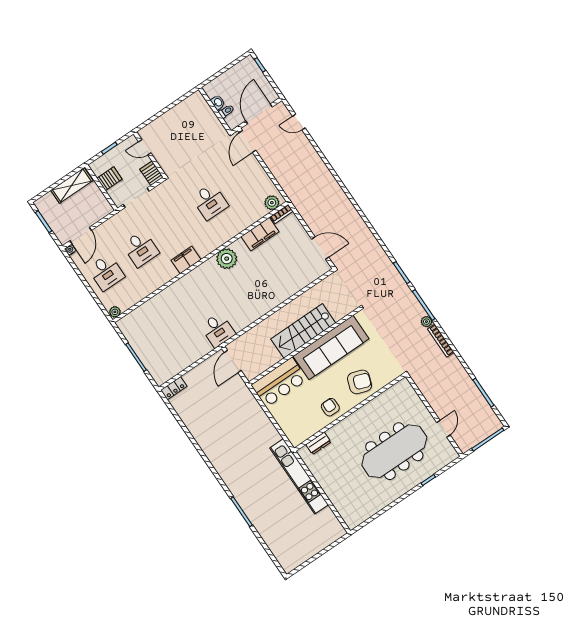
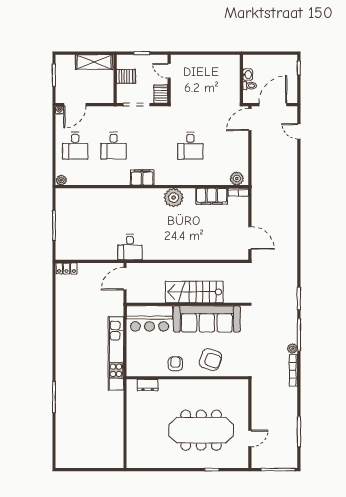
kitchen unit: (299, 476) -> (116, 353), moved

